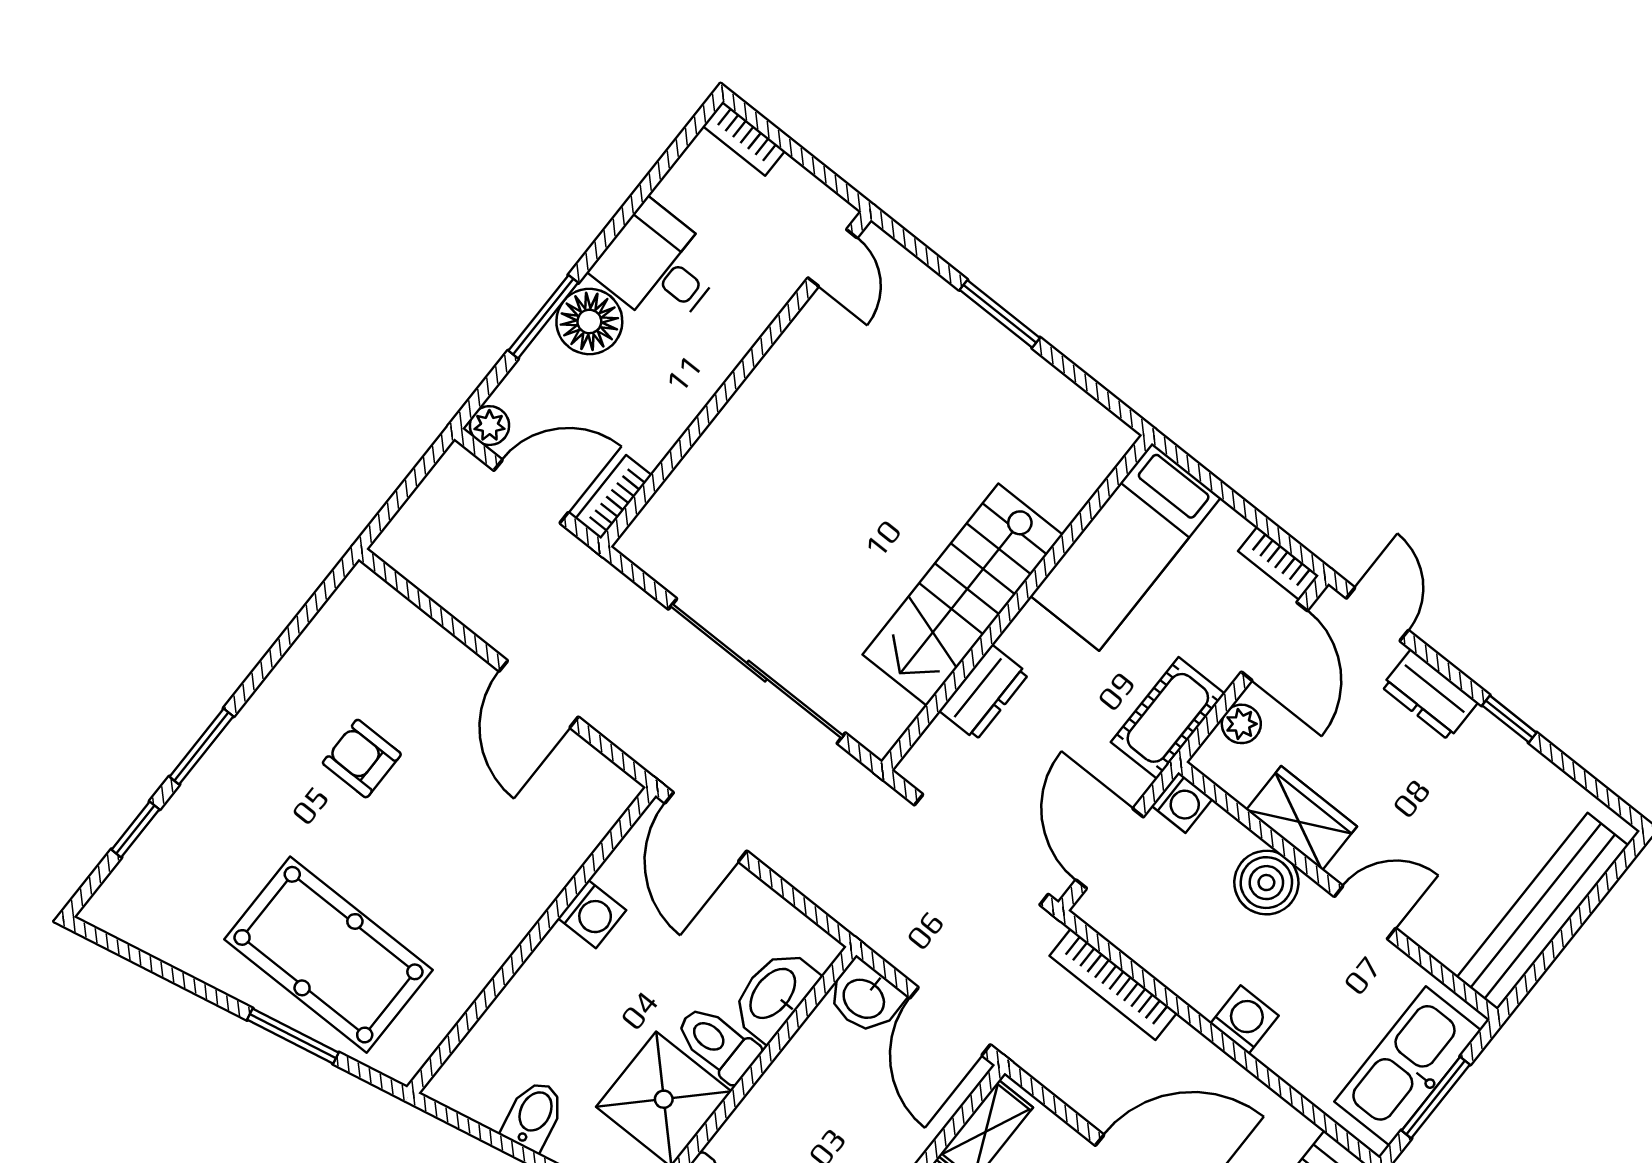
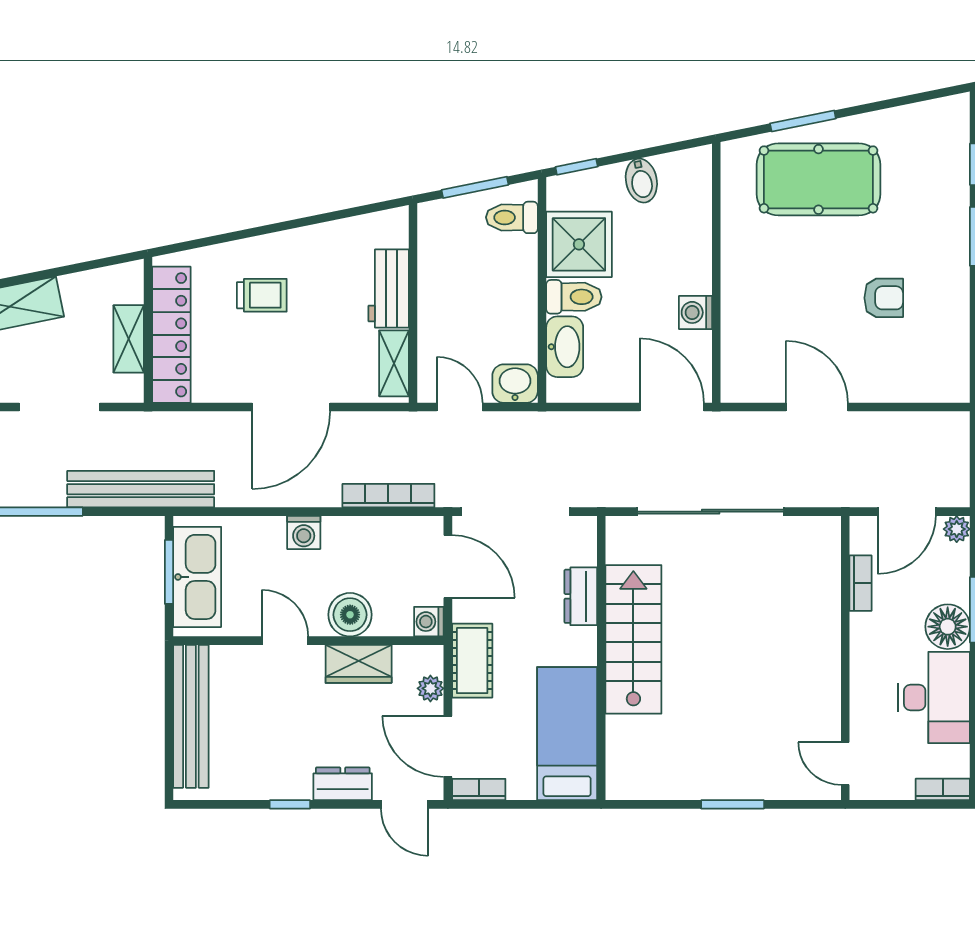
desk: (658, 267) -> (934, 697), width x1.37
bookcase: (614, 497) -> (861, 583), moved
door: (1365, 912) -> (285, 641), swing flipped
door: (950, 1021) -> (460, 407), width x0.73

